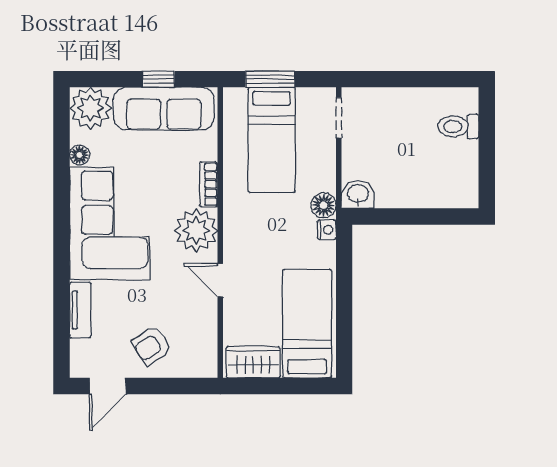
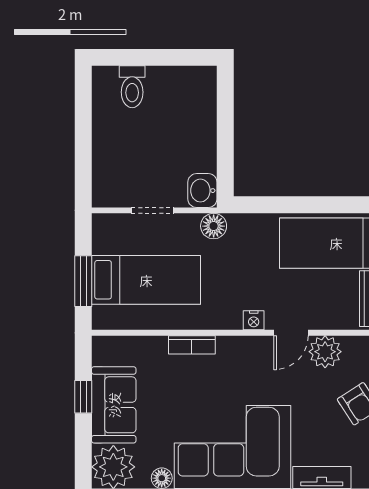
sofa: (164, 109) -> (114, 405), width x0.73
doorway: (339, 118) -> (152, 210), moved
plant: (196, 230) -> (325, 352), moved, width x0.73, depth x0.73
nightstand: (327, 230) -> (254, 320), moved, turned 180

